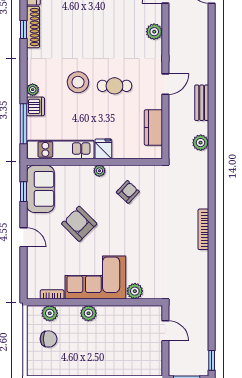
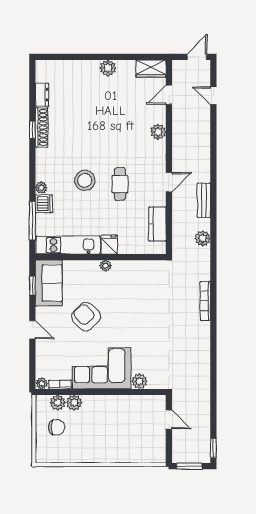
cafe table: (114, 86) -> (120, 184), turned 90
armchair: (128, 192) -> (133, 286), removed
bookcase: (203, 229) -> (205, 301), moved
plant: (33, 293) -> (42, 383), added
plant: (88, 313) -> (74, 403), moved

